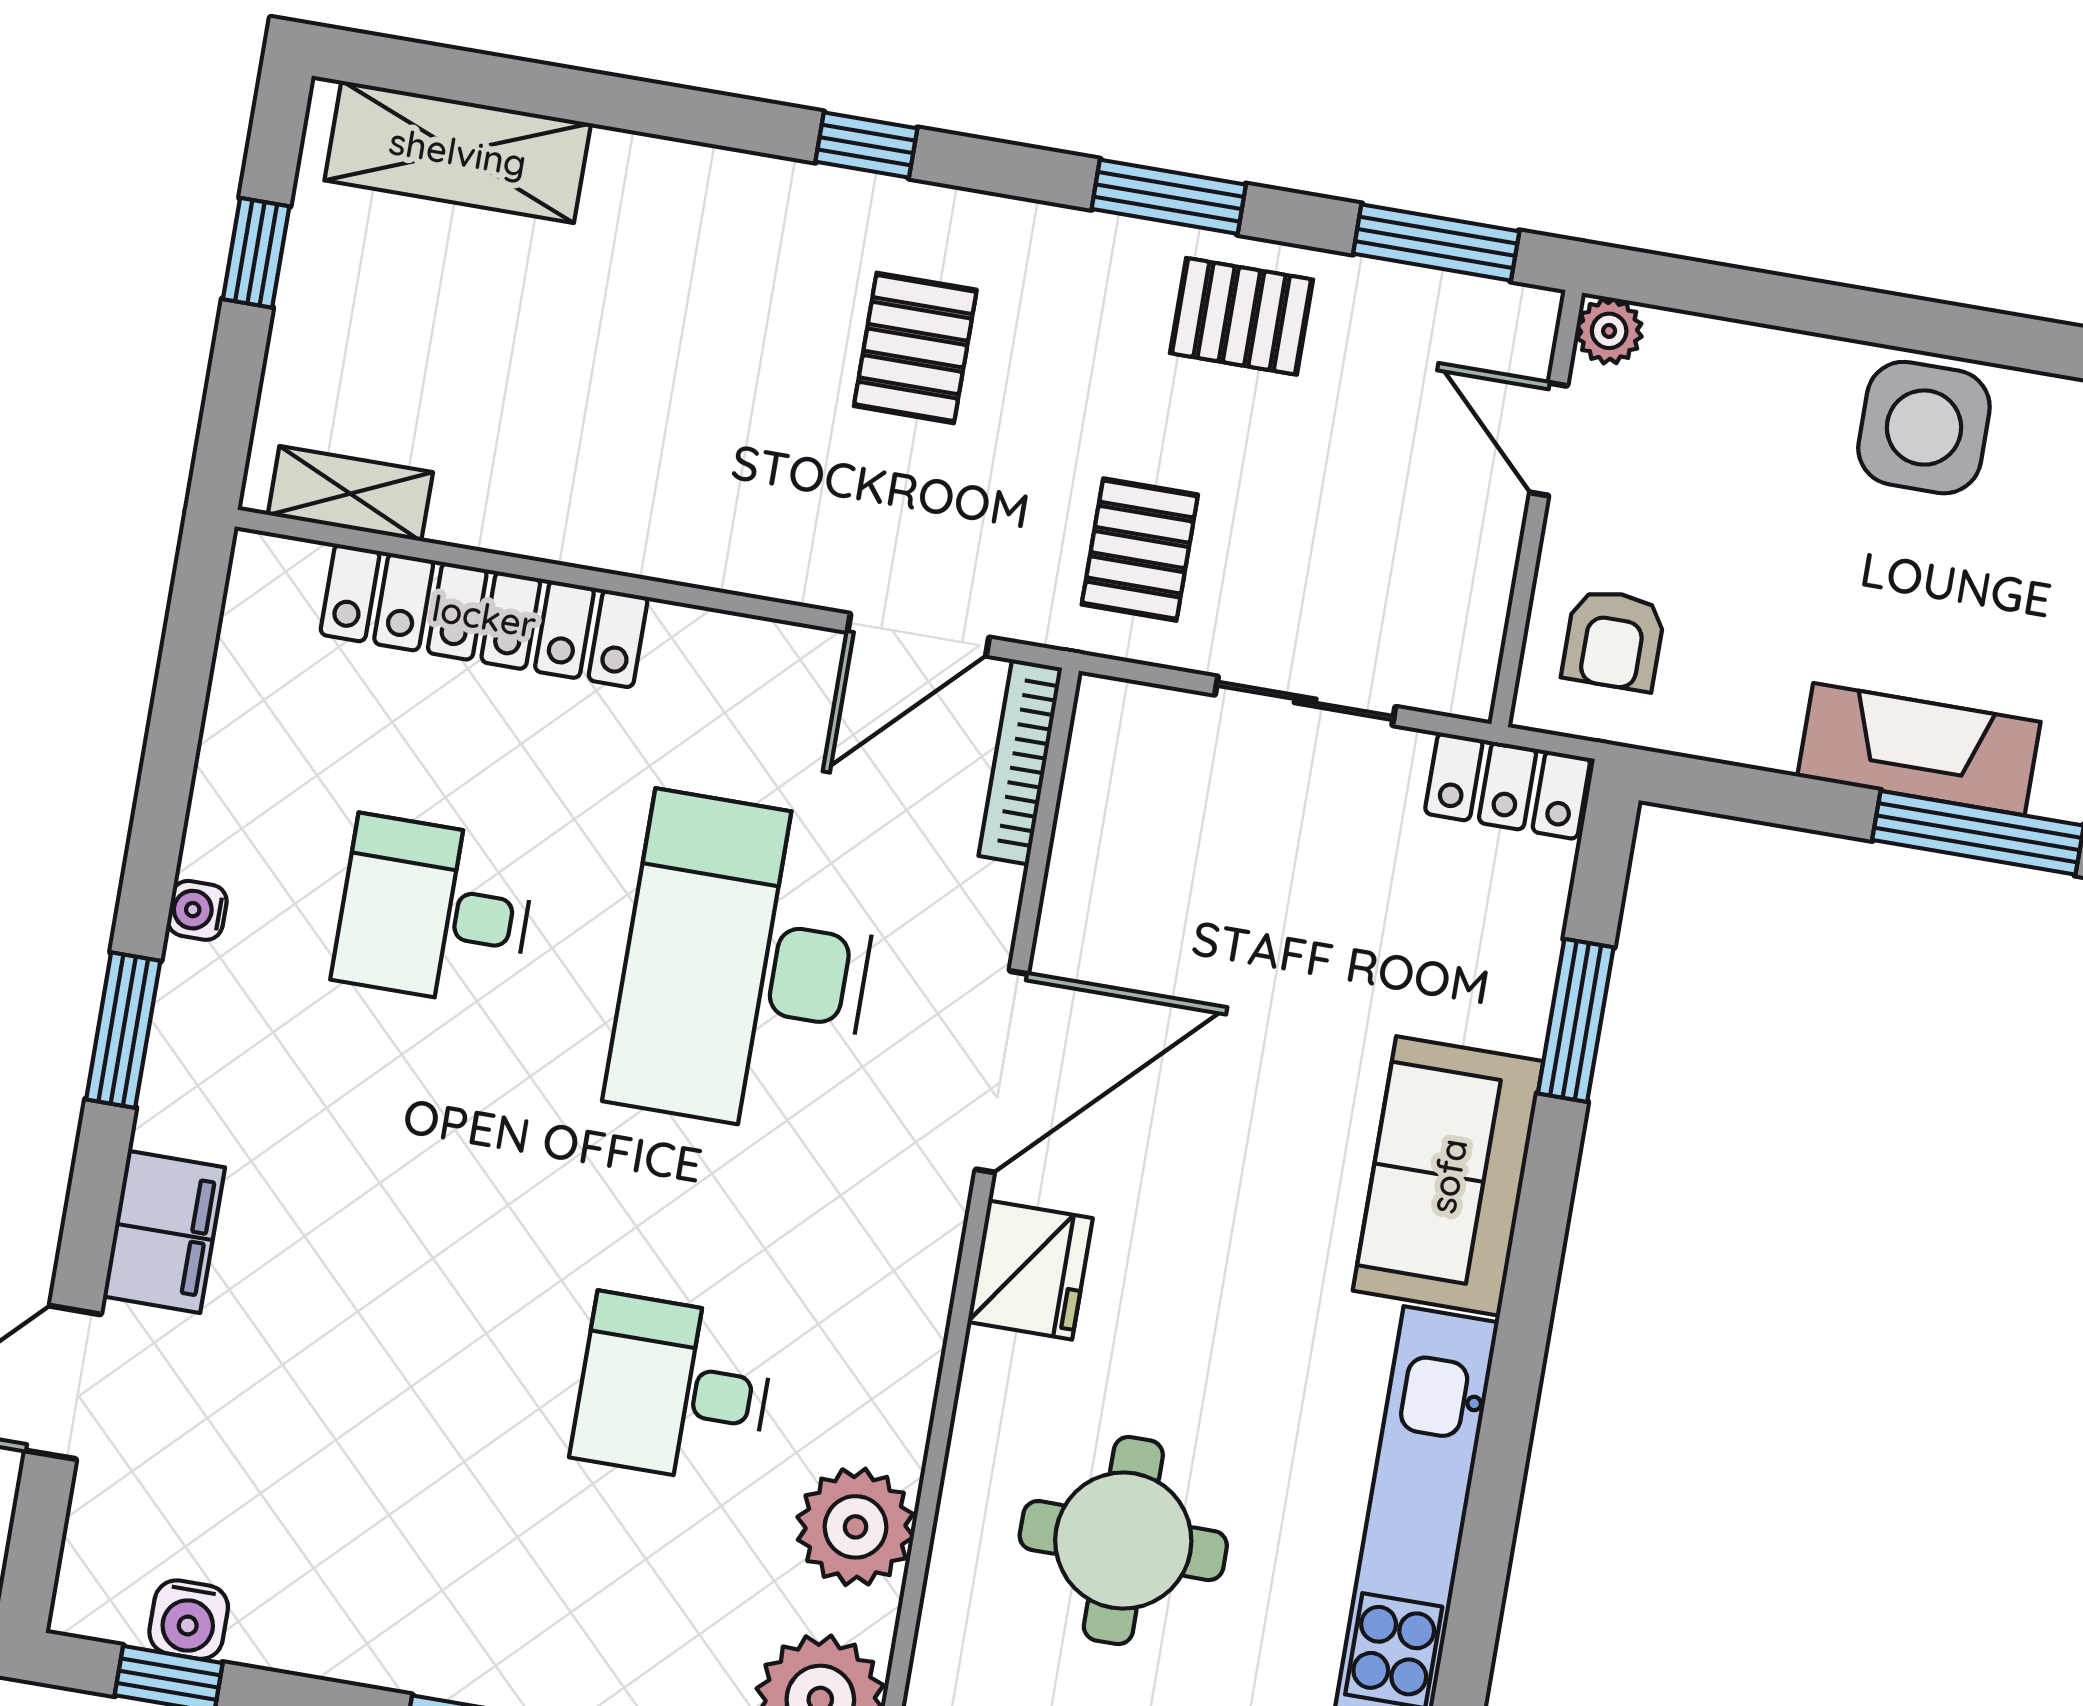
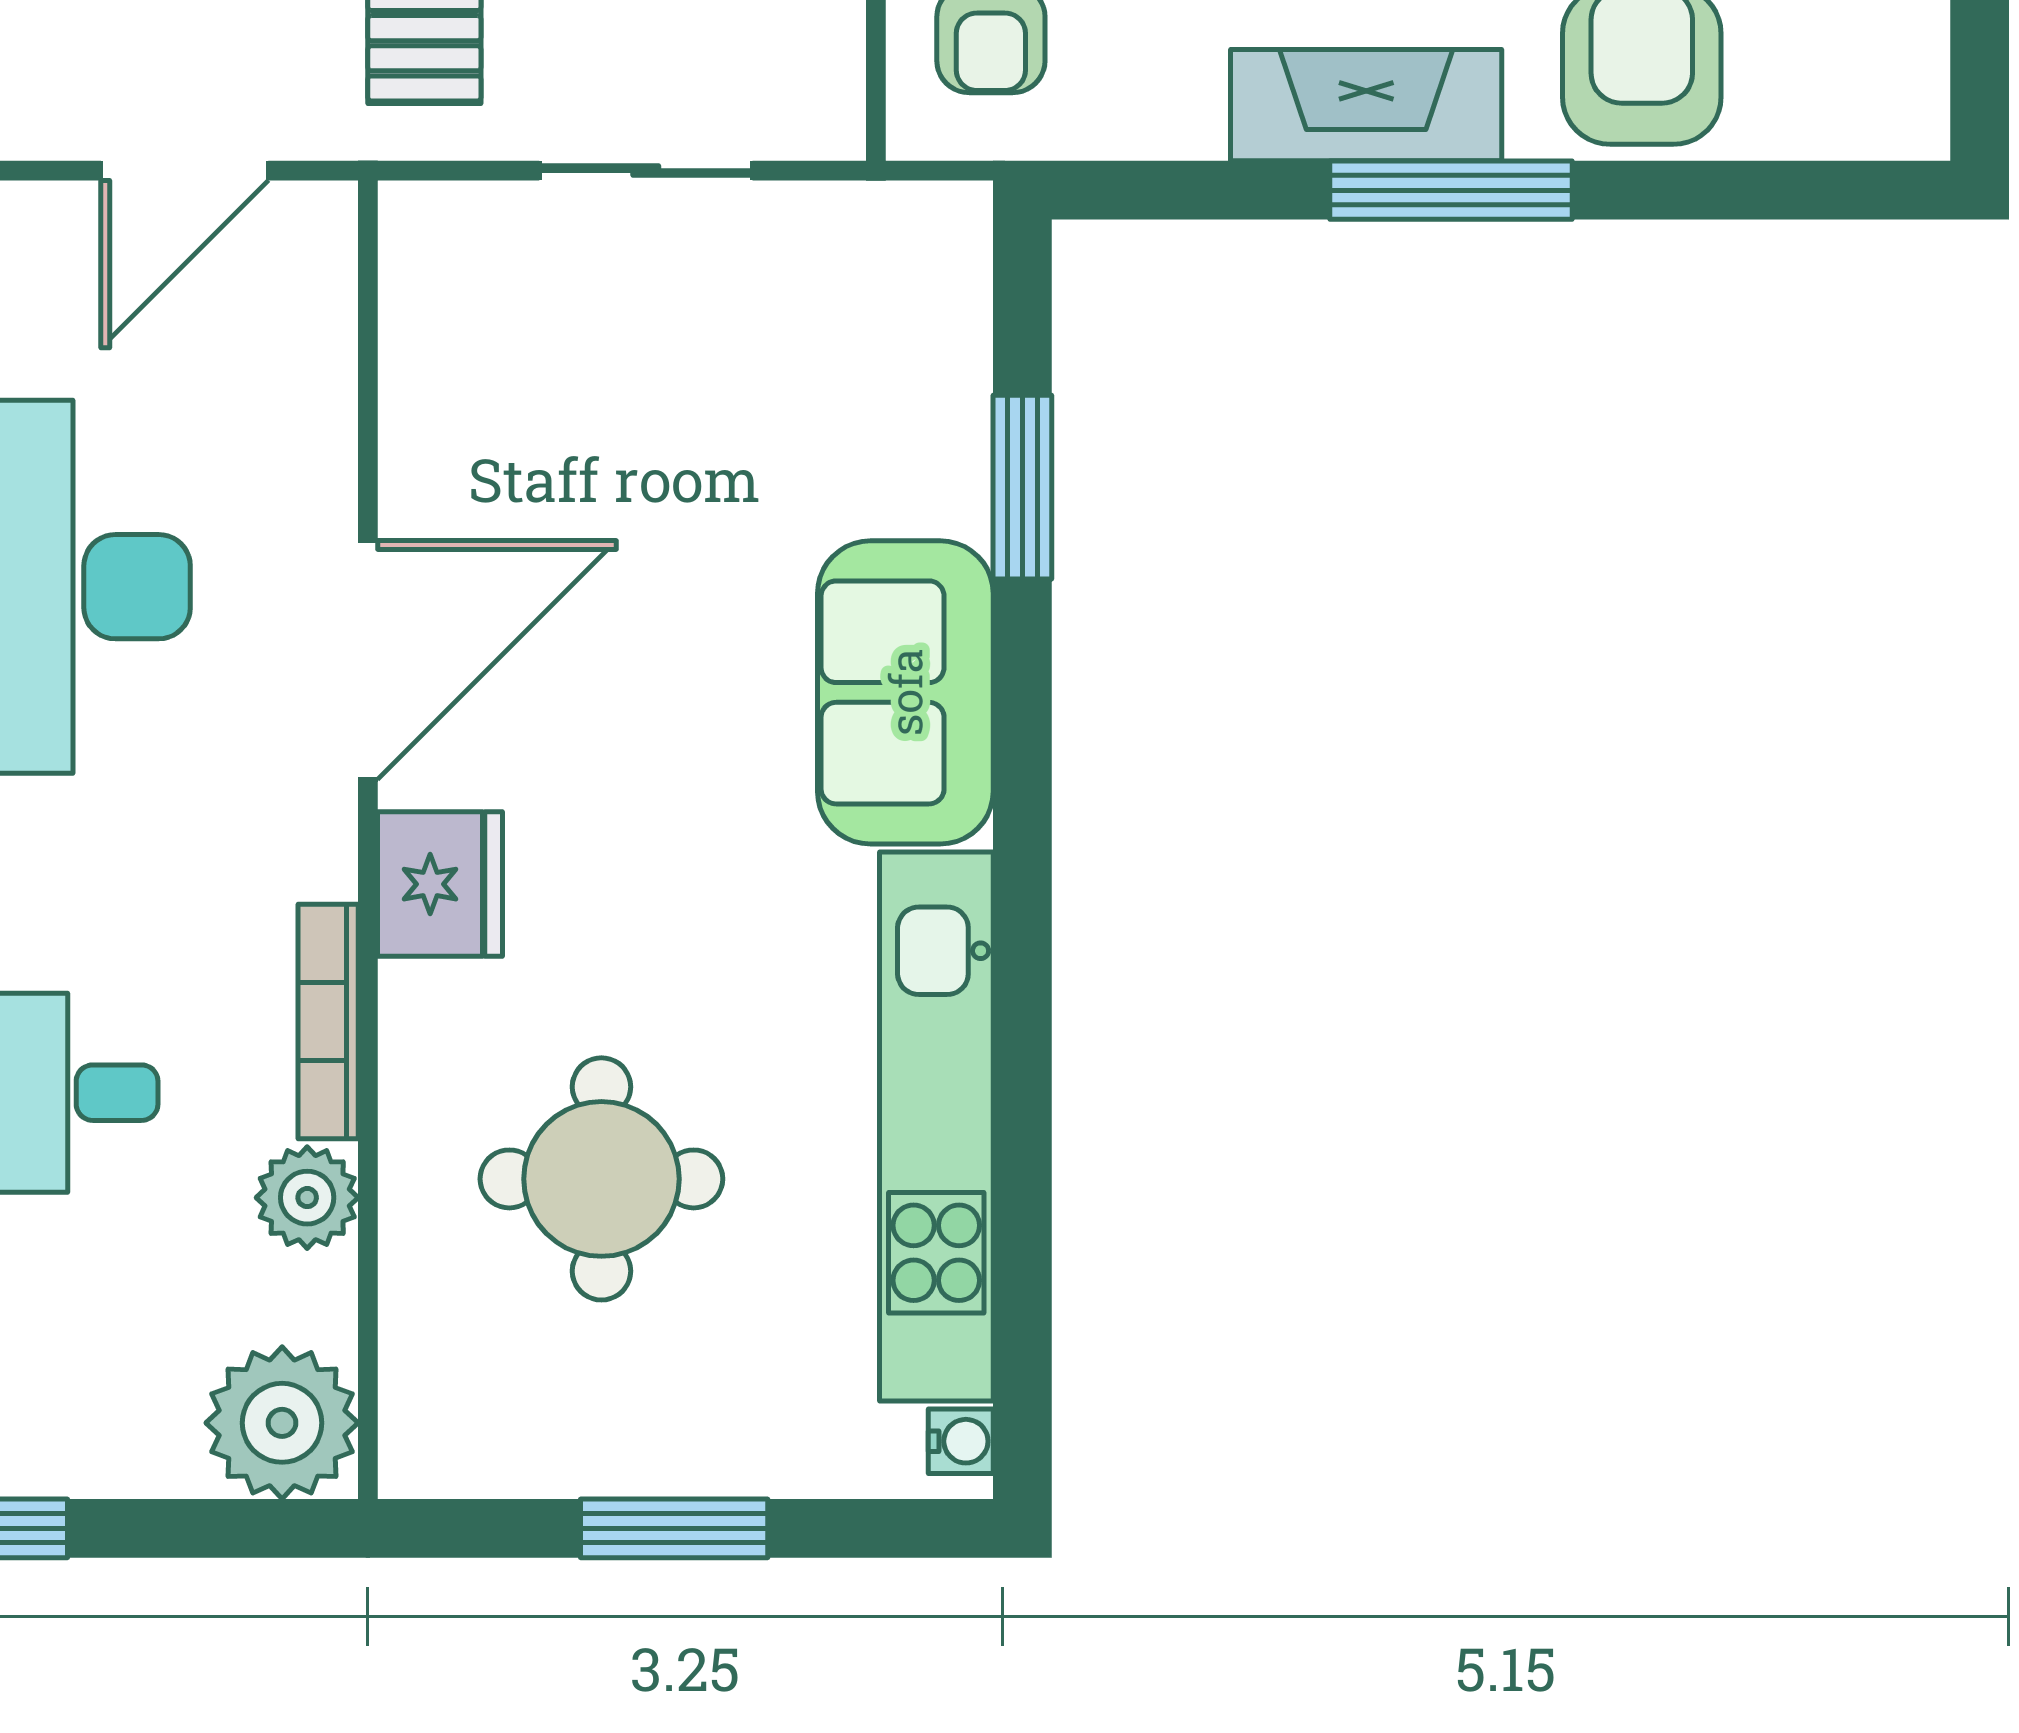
bookcase: (1020, 762) -> (328, 1021), moved
locker: (1508, 786) -> (897, 229), removed
plant: (856, 1527) -> (307, 1198), width x0.73, depth x0.73

